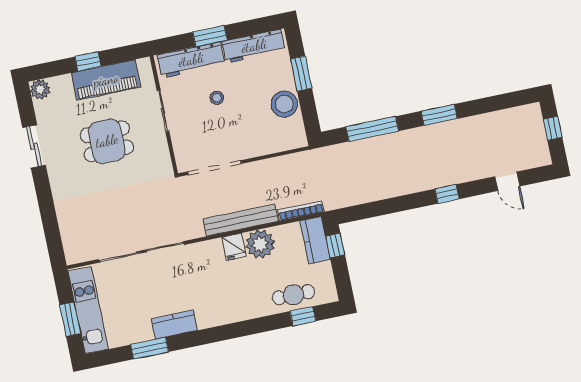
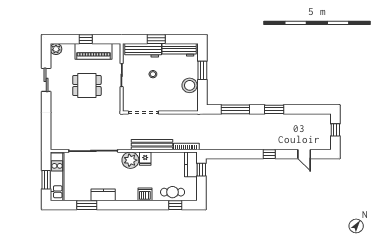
plant: (260, 244) -> (130, 160), moved
dishwasher: (246, 309) -> (145, 194), added

